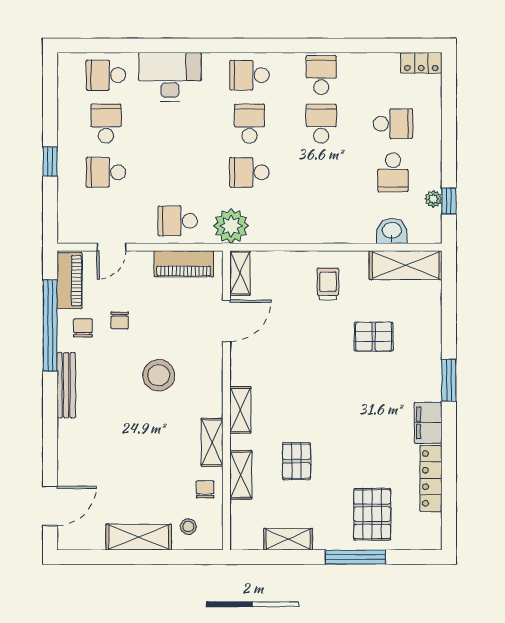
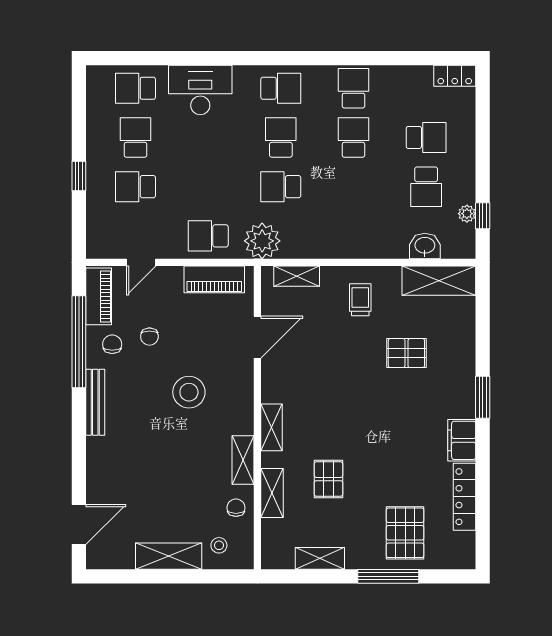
school desk: (249, 75) -> (281, 88), turned 180
shelving: (240, 273) -> (297, 276), moved, turned 90

